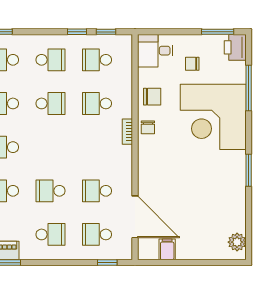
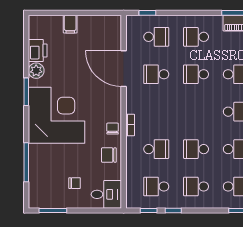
printer: (235, 47) -> (38, 50), moved
school desk: (97, 60) -> (156, 187), turned 180
corner desk: (213, 117) -> (57, 115), moved
school desk: (50, 191) -> (196, 74), turned 180
school desk: (97, 191) -> (156, 74), turned 180
door: (135, 217) -> (124, 69), moved
plant: (237, 242) -> (36, 71), moved
filing cabinet: (167, 249) -> (70, 24), moved

